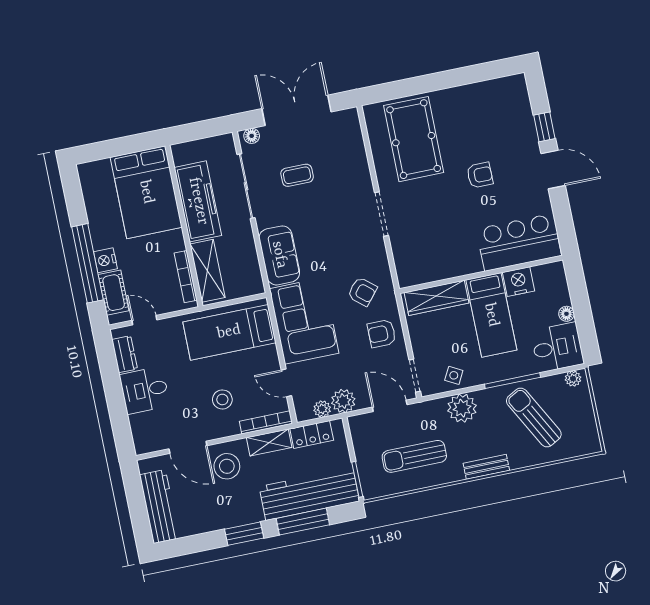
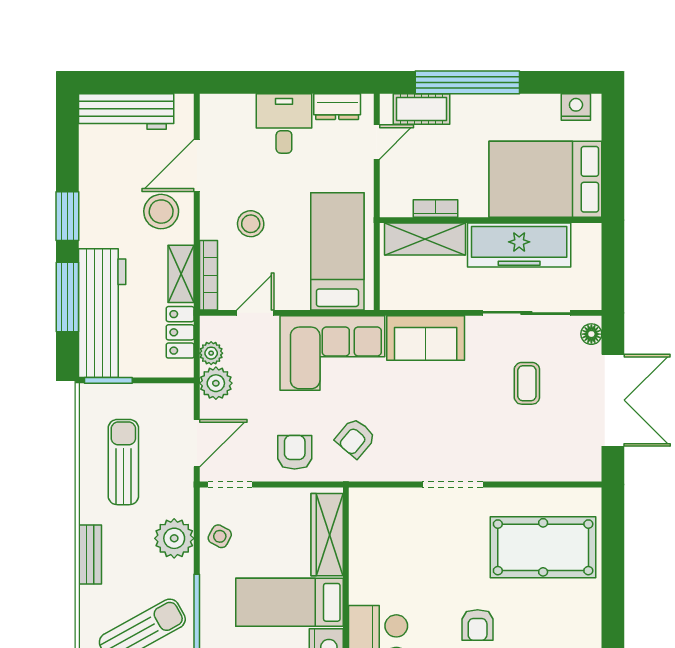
nightstand: (105, 260) -> (576, 107), moved
bookcase: (186, 277) -> (435, 209), width x0.64

